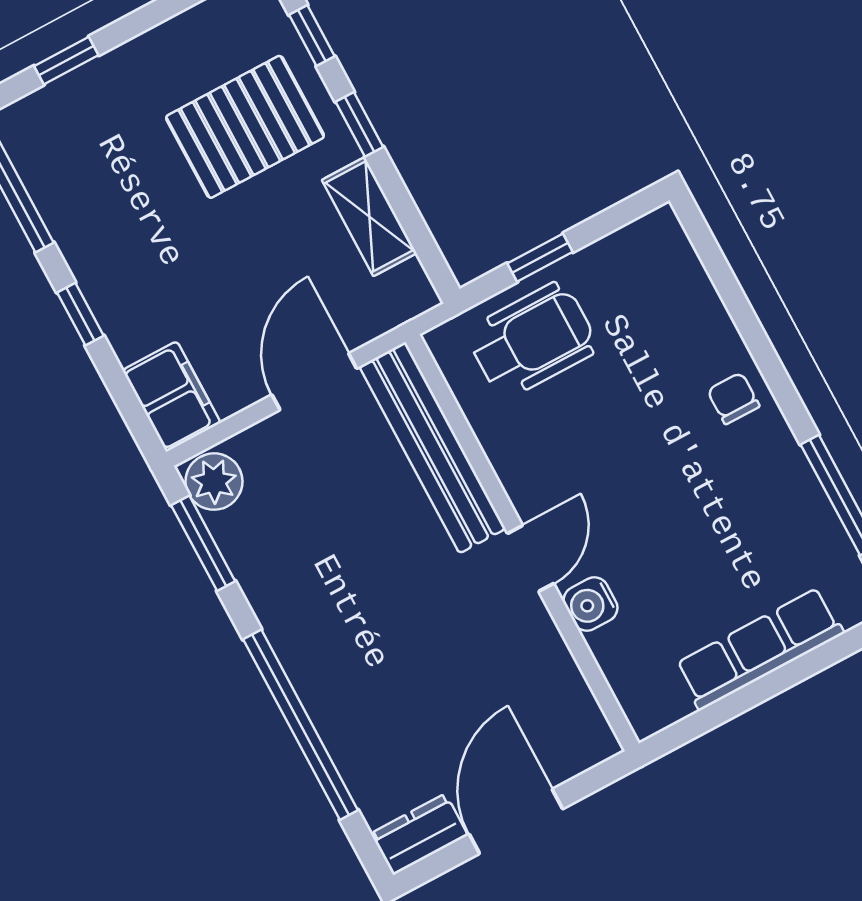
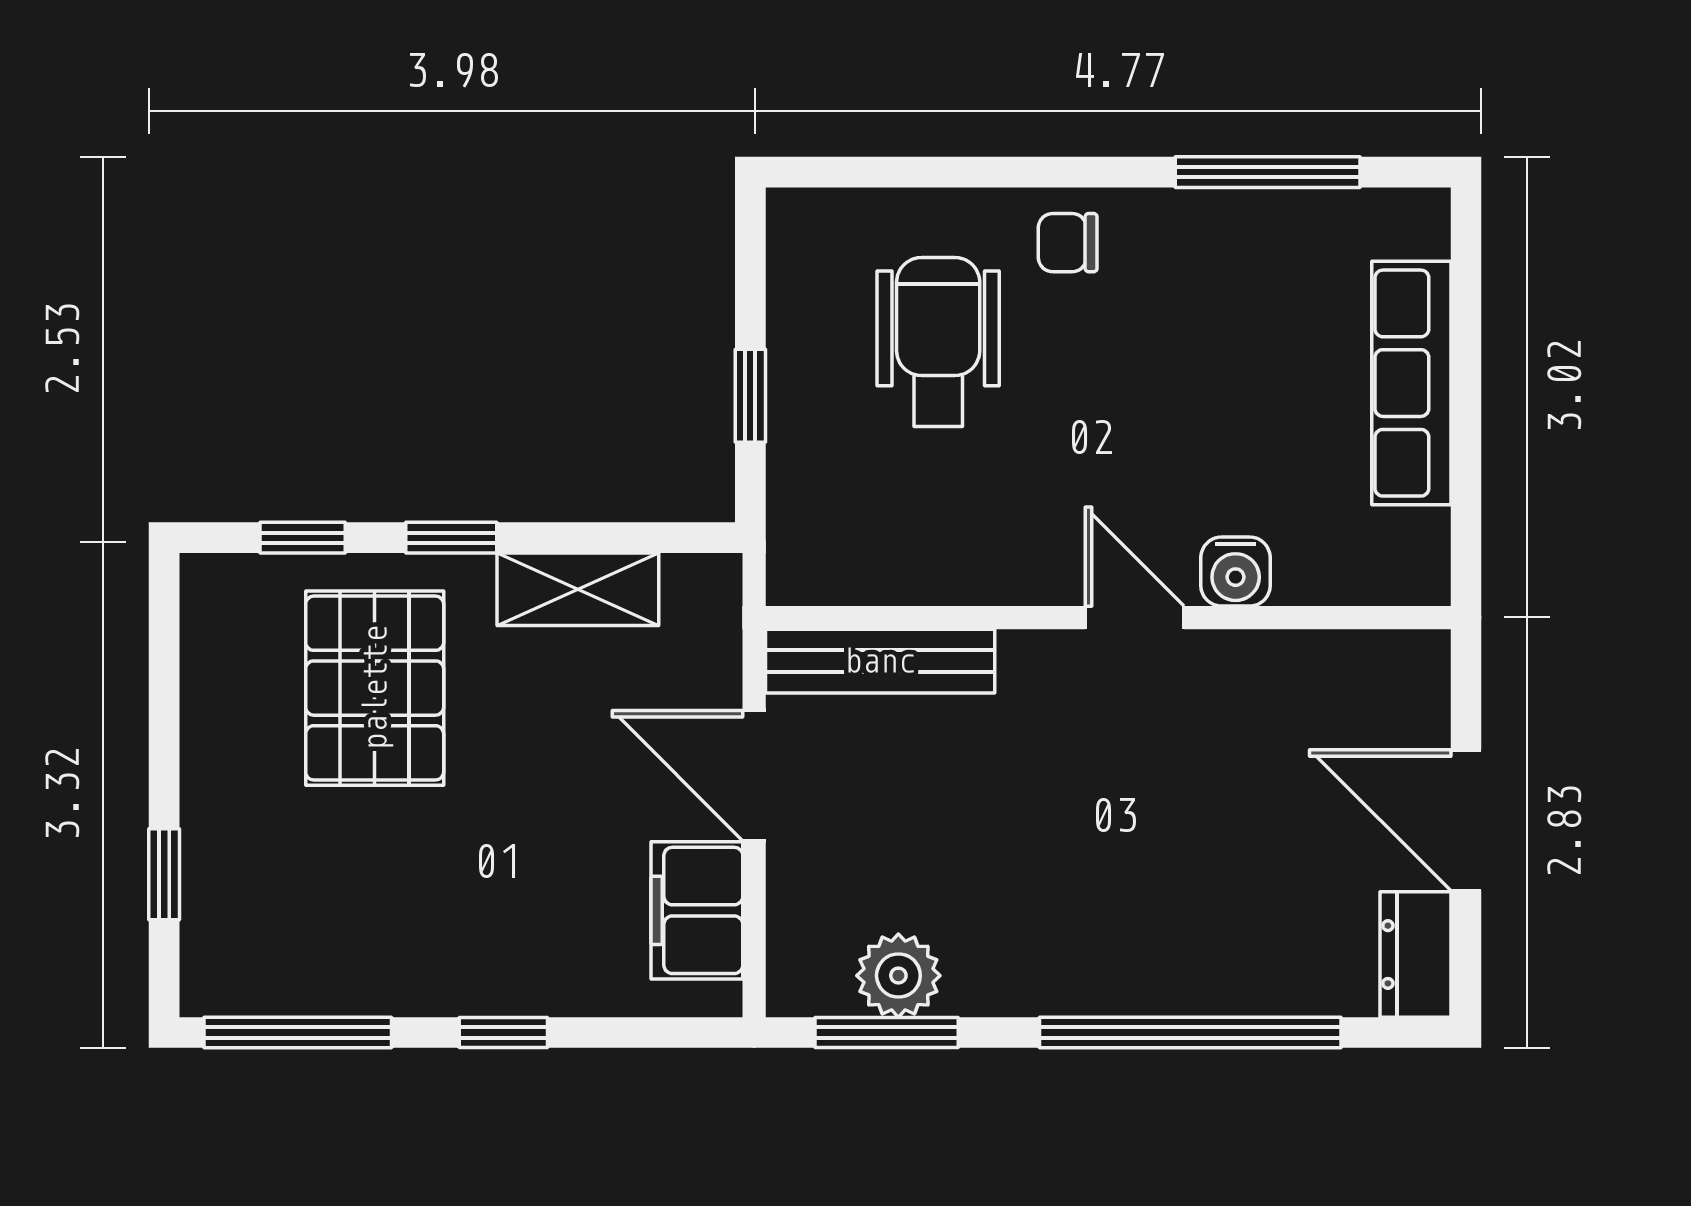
wheelchair: (532, 340) -> (938, 342), moved
filing cabinet: (172, 397) -> (697, 910), moved, turned -90
bench: (432, 448) -> (880, 661), width x0.73, depth x0.82
plant: (214, 482) -> (898, 976), moved

